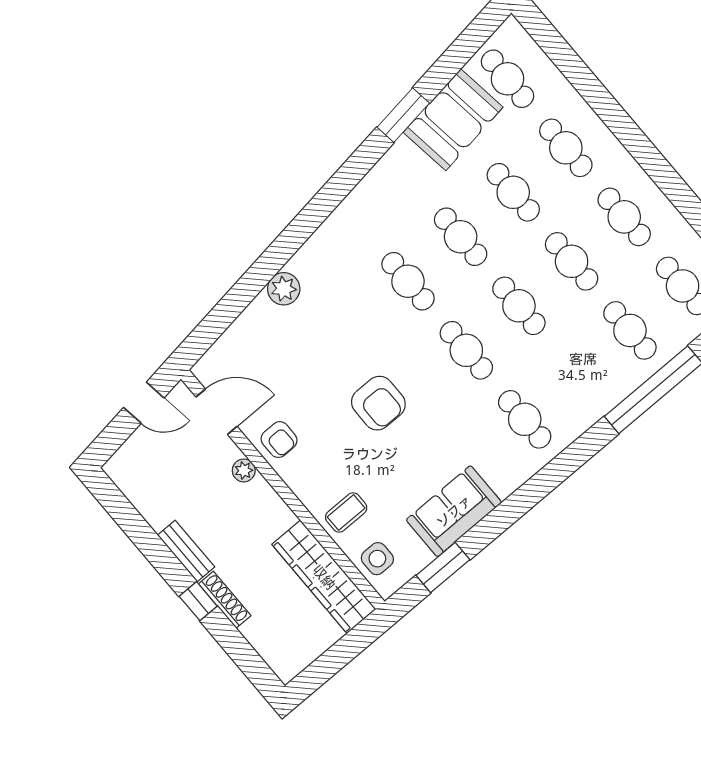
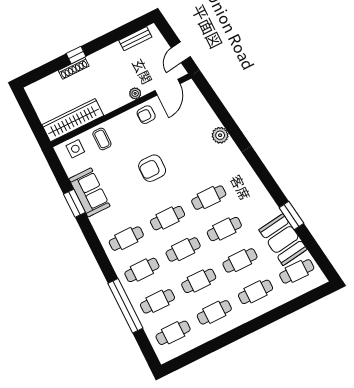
cafe table: (577, 375) -> (142, 270), added
bench: (186, 551) -> (135, 39), moved
window: (443, 568) -> (74, 203), moved

